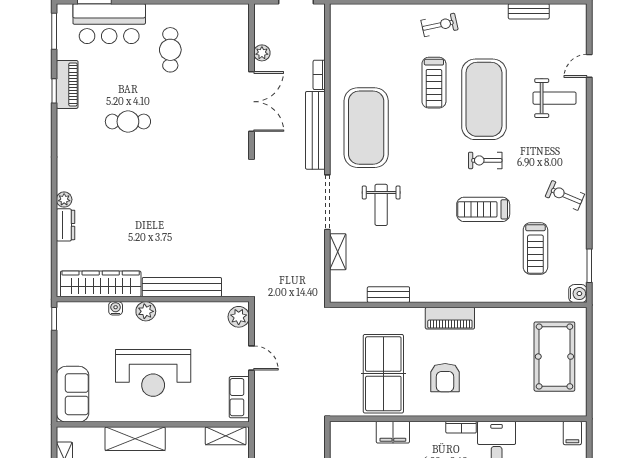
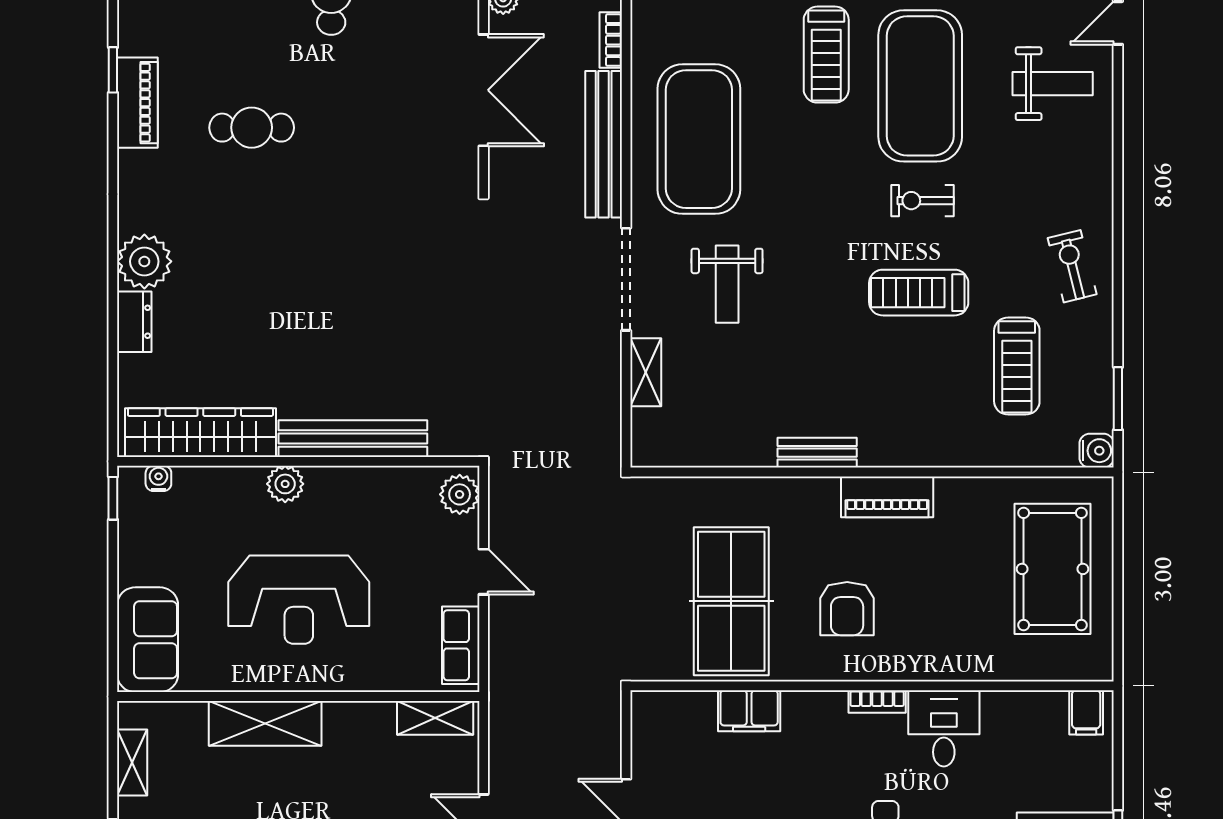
piano: (67, 84) -> (137, 103), moved
exercise bike: (565, 195) -> (1072, 266), turned 53
plant: (64, 200) -> (144, 261), width x1.87, depth x1.87
bench: (388, 295) -> (817, 453), moved
water cooler: (116, 308) -> (158, 478), moved
piano: (450, 318) -> (887, 497), moved

